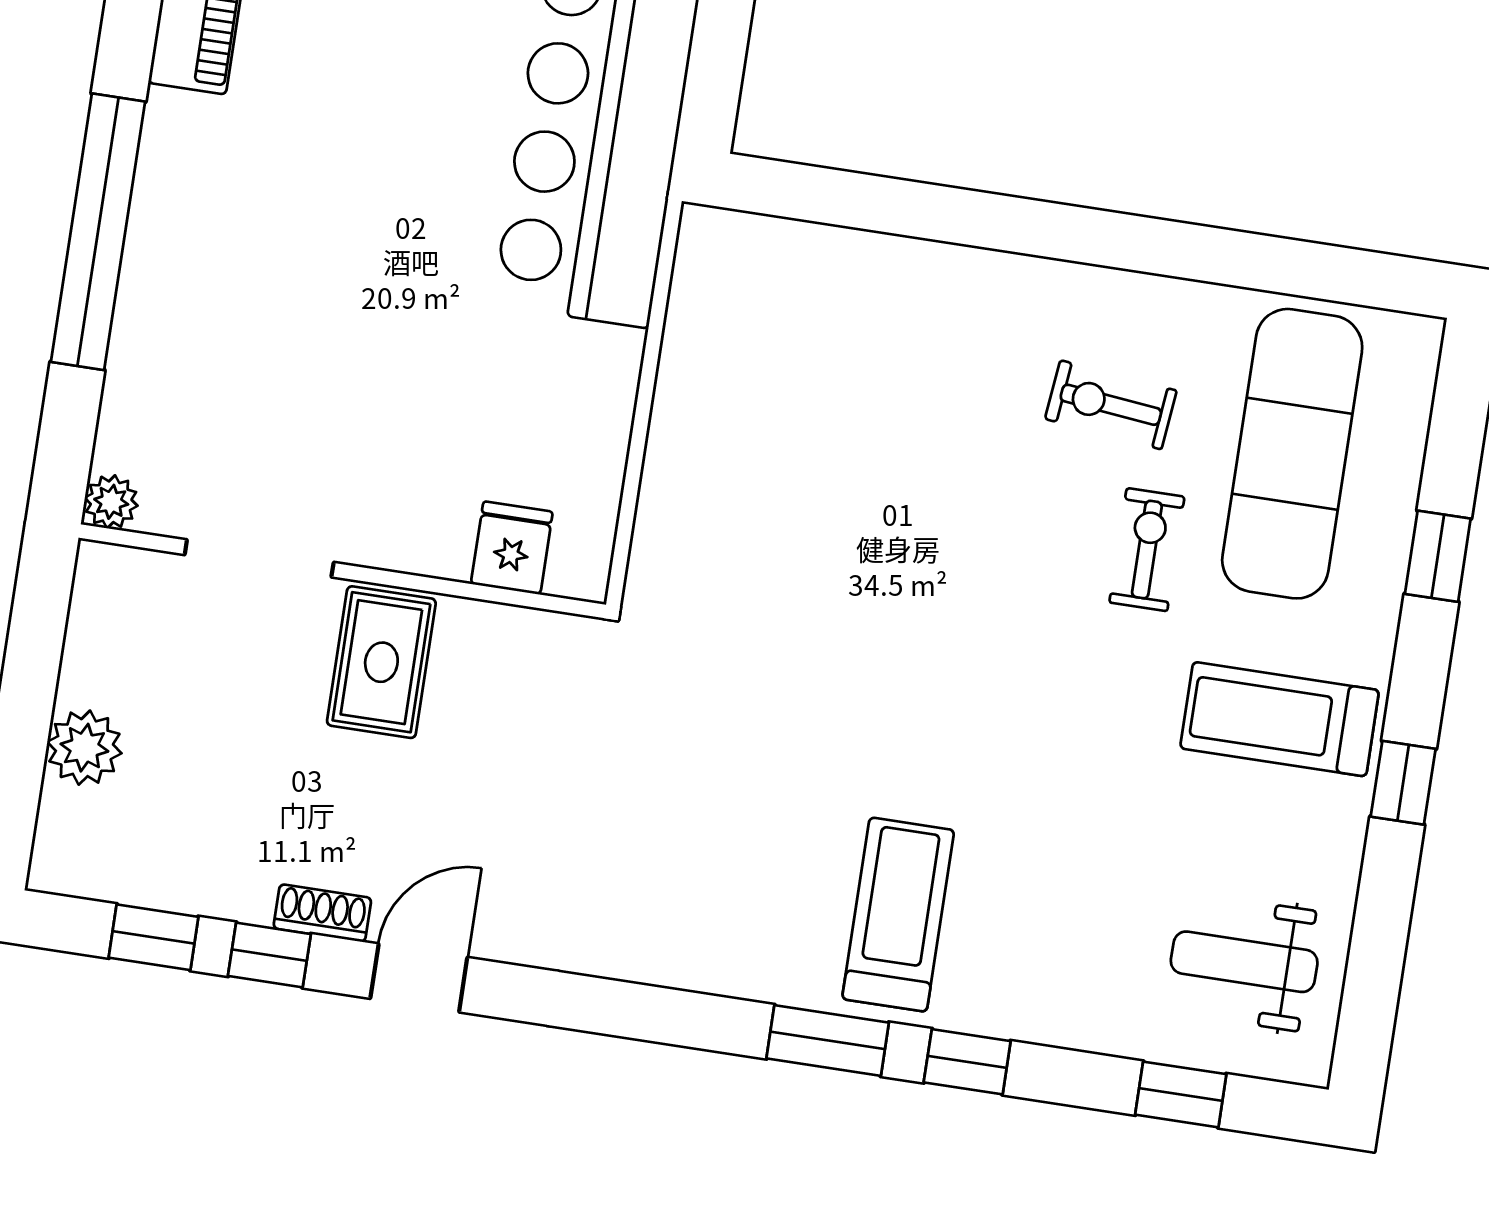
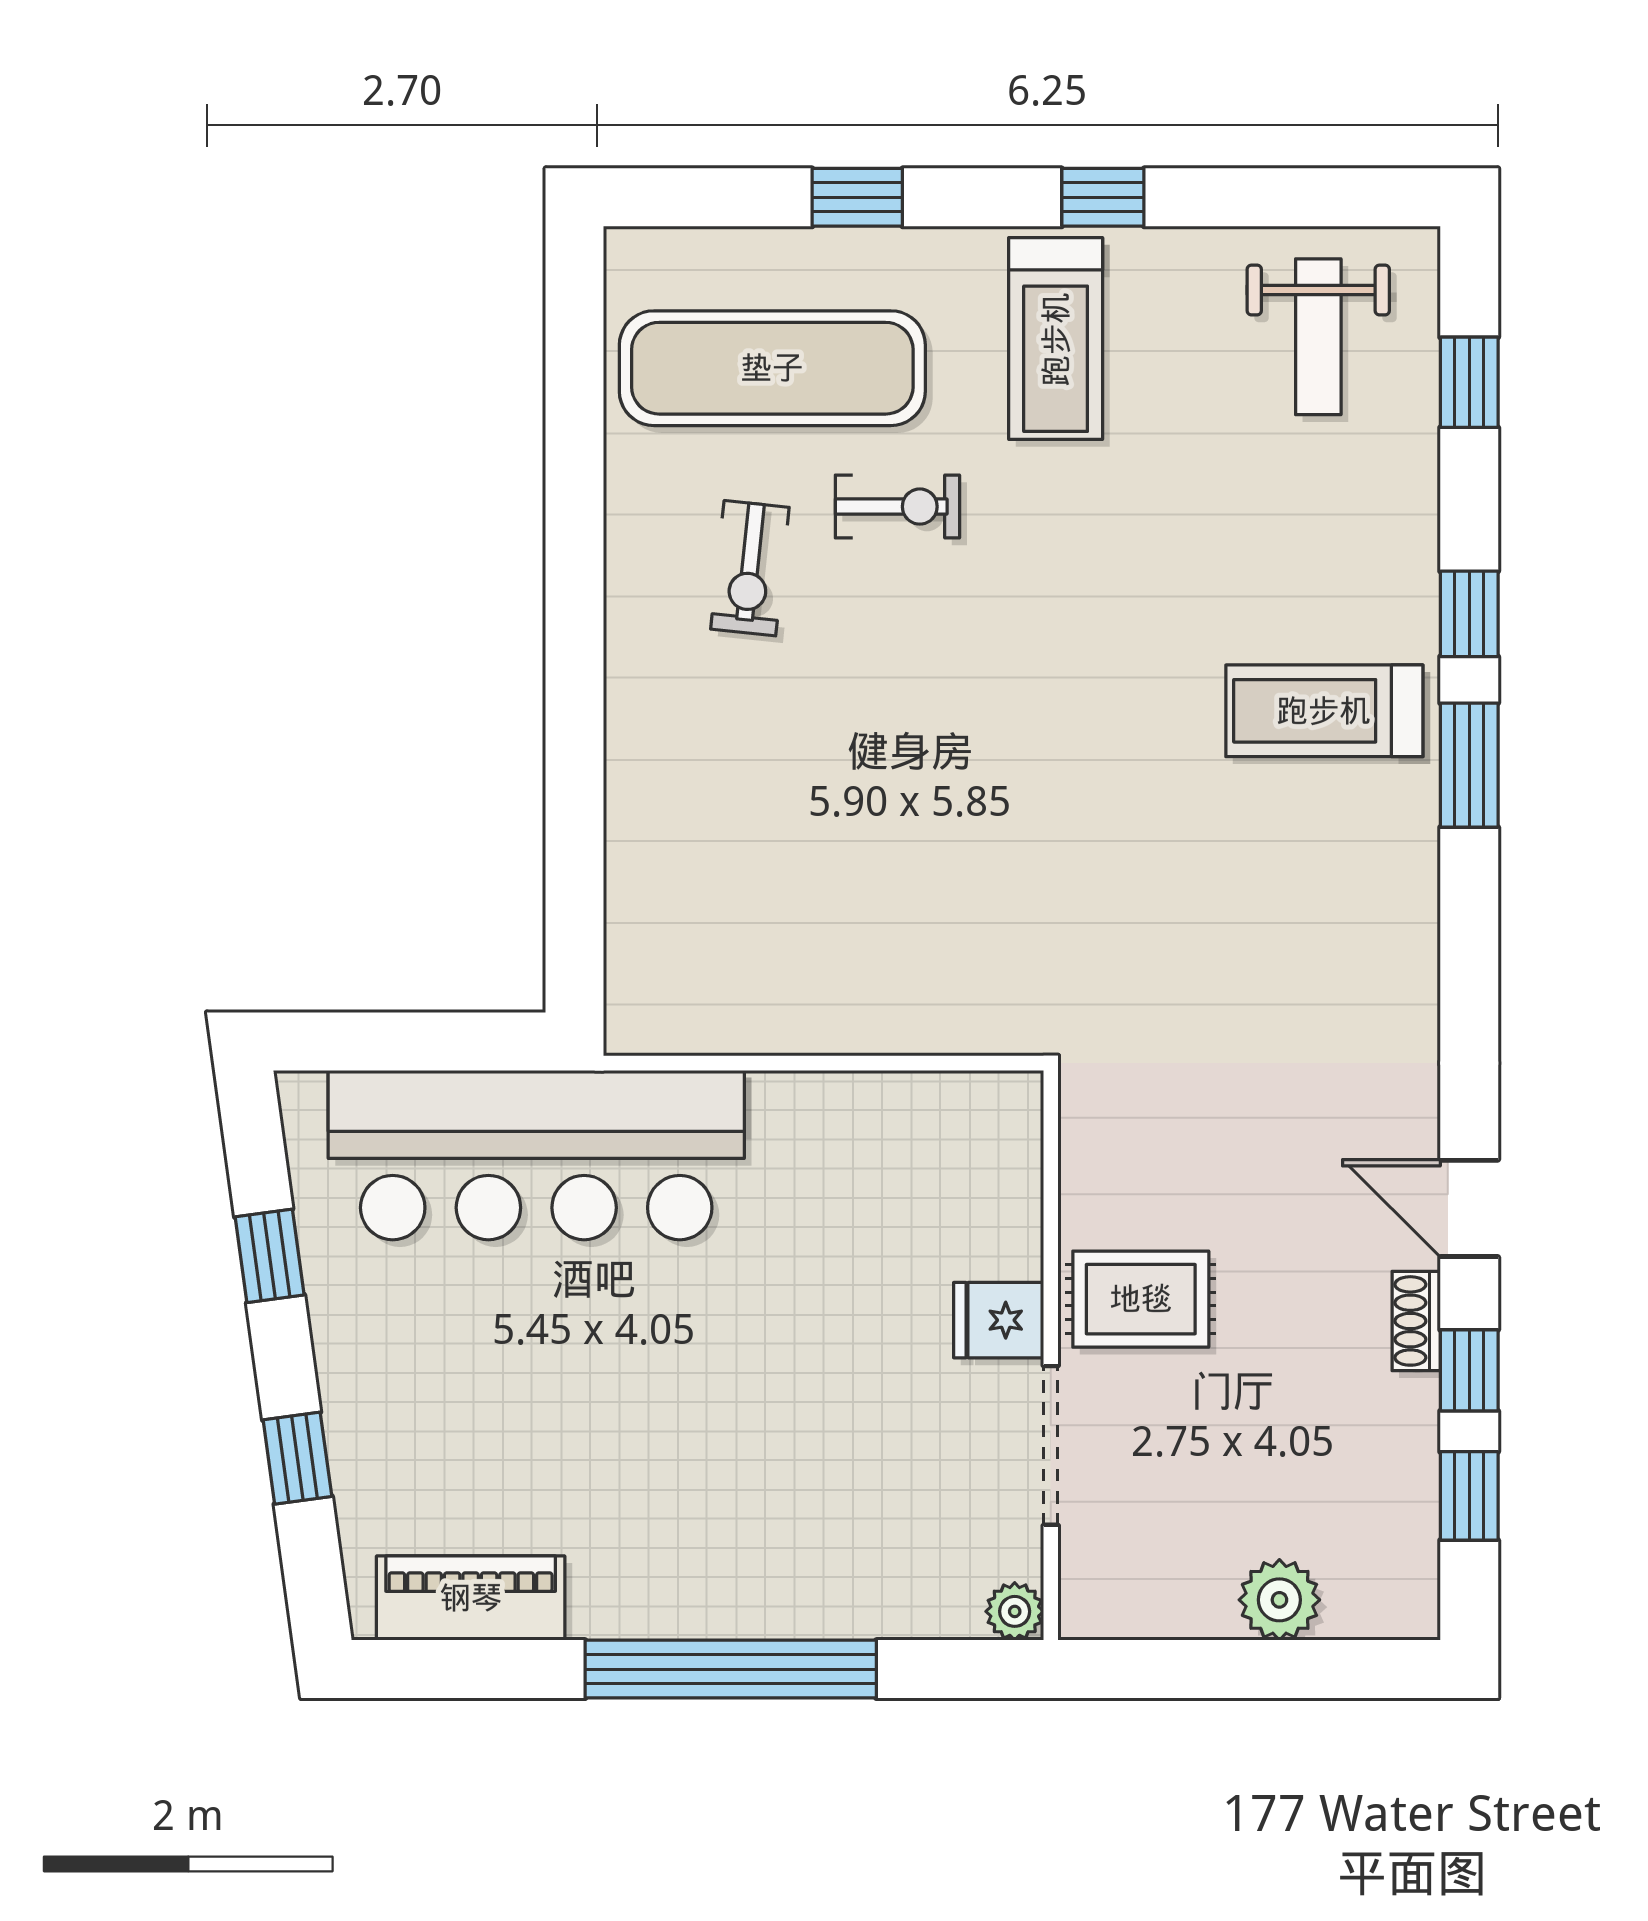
fridge: (512, 548) -> (999, 1320), moved
exercise bike: (1147, 550) -> (897, 507), turned 180

